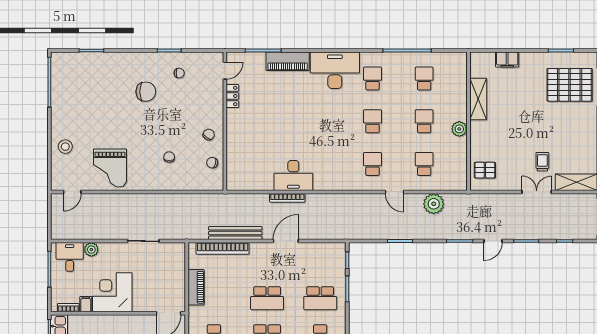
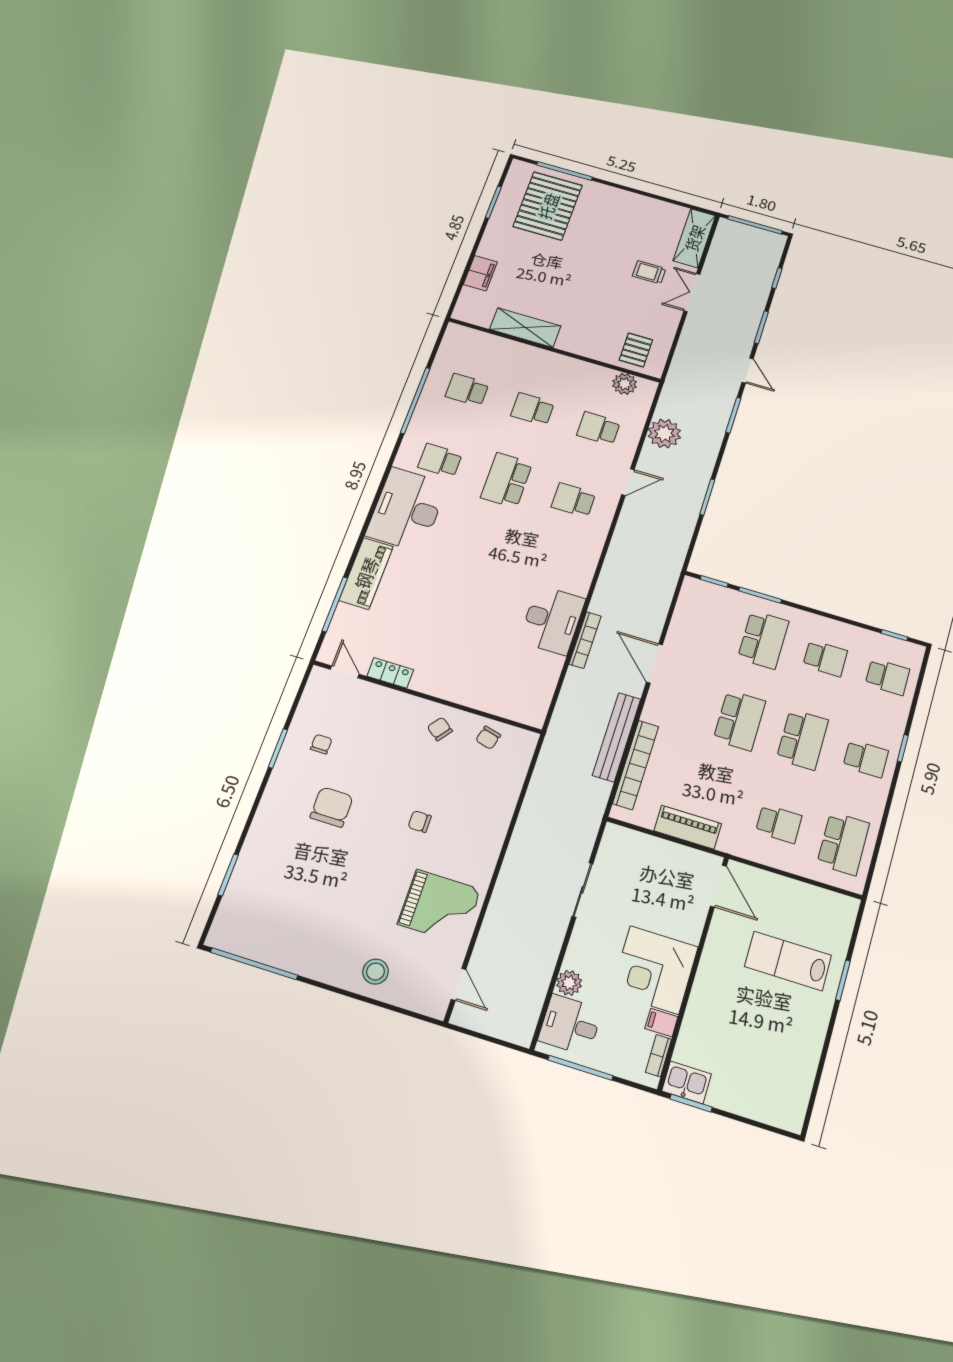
school desk: (372, 121) -> (507, 480), width x1.85
plant: (459, 129) -> (625, 384), moved
chair: (169, 157) -> (420, 822), moved

